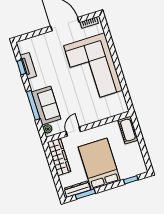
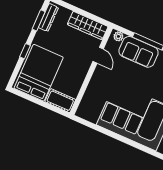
bed: (99, 164) -> (39, 73), moved, turned -90
window: (131, 180) -> (25, 51), moved

